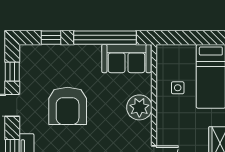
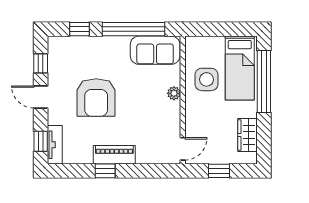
side table: (178, 88) -> (207, 79), width x1.87, depth x1.87
plant: (139, 107) -> (174, 93), width x0.53, depth x0.53

